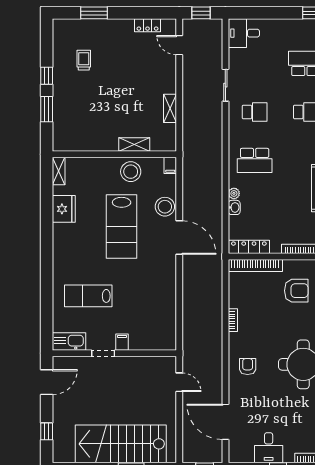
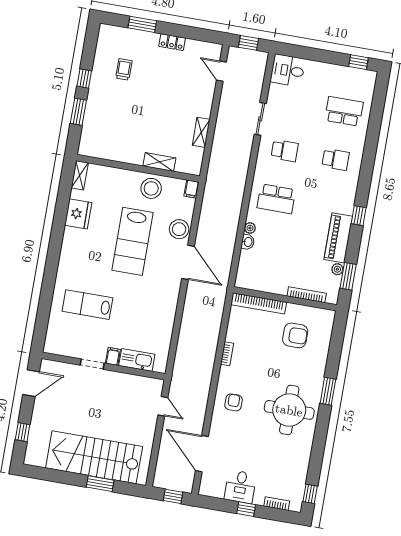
locker: (148, 25) -> (172, 42), moved
locker: (249, 247) -> (256, 284), removed
kitchen sink: (69, 342) -> (137, 360), moved

